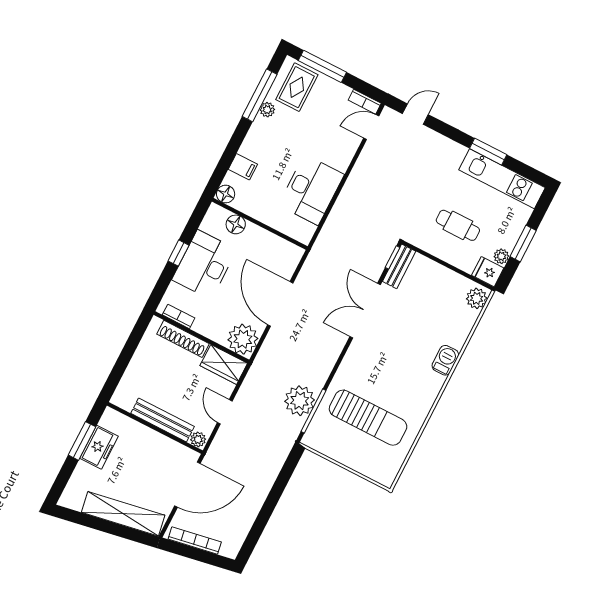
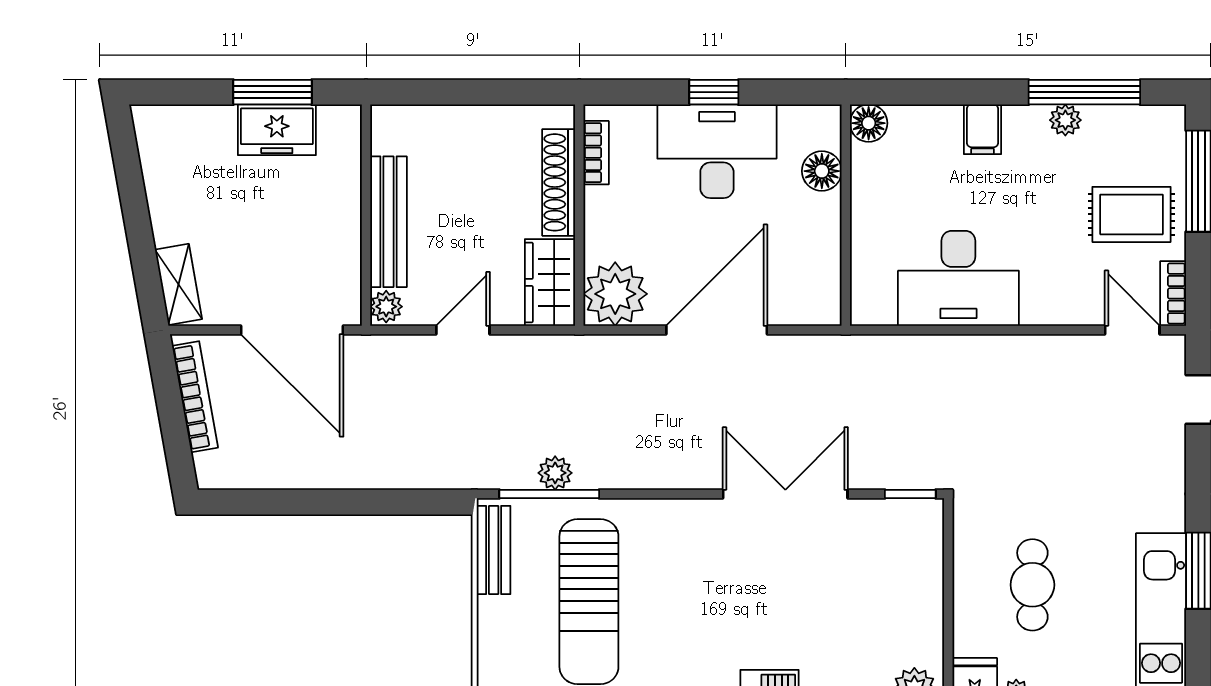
rug: (297, 87) -> (1131, 214), moved
filing cabinet: (243, 167) -> (983, 129), moved
bench: (399, 266) -> (494, 550), moved, turned 90
plant: (300, 401) -> (555, 473), width x0.53, depth x0.53
shelving: (123, 514) -> (178, 284), width x0.45, depth x0.75

